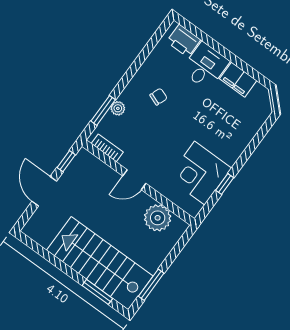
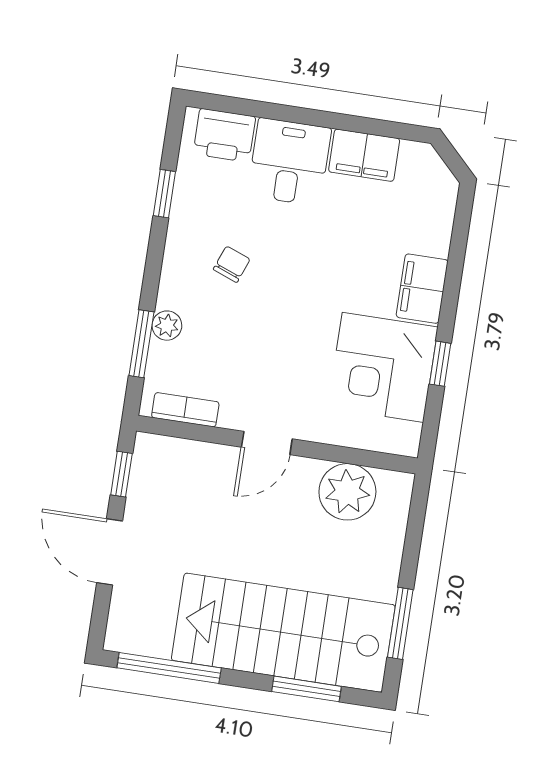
window: (146, 52) -> (164, 194), added
filing cabinet: (233, 148) -> (422, 289), added
window: (44, 253) -> (169, 668), added

